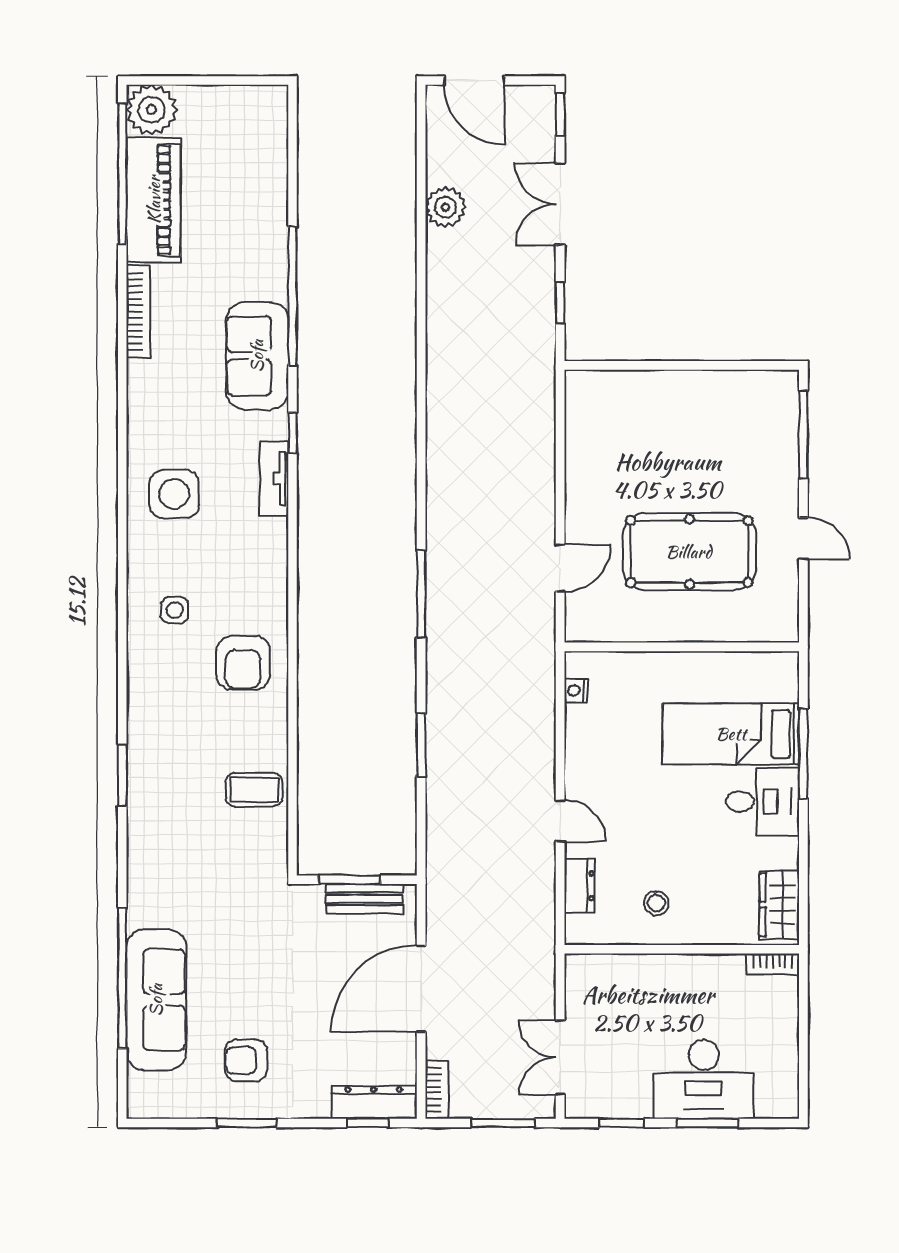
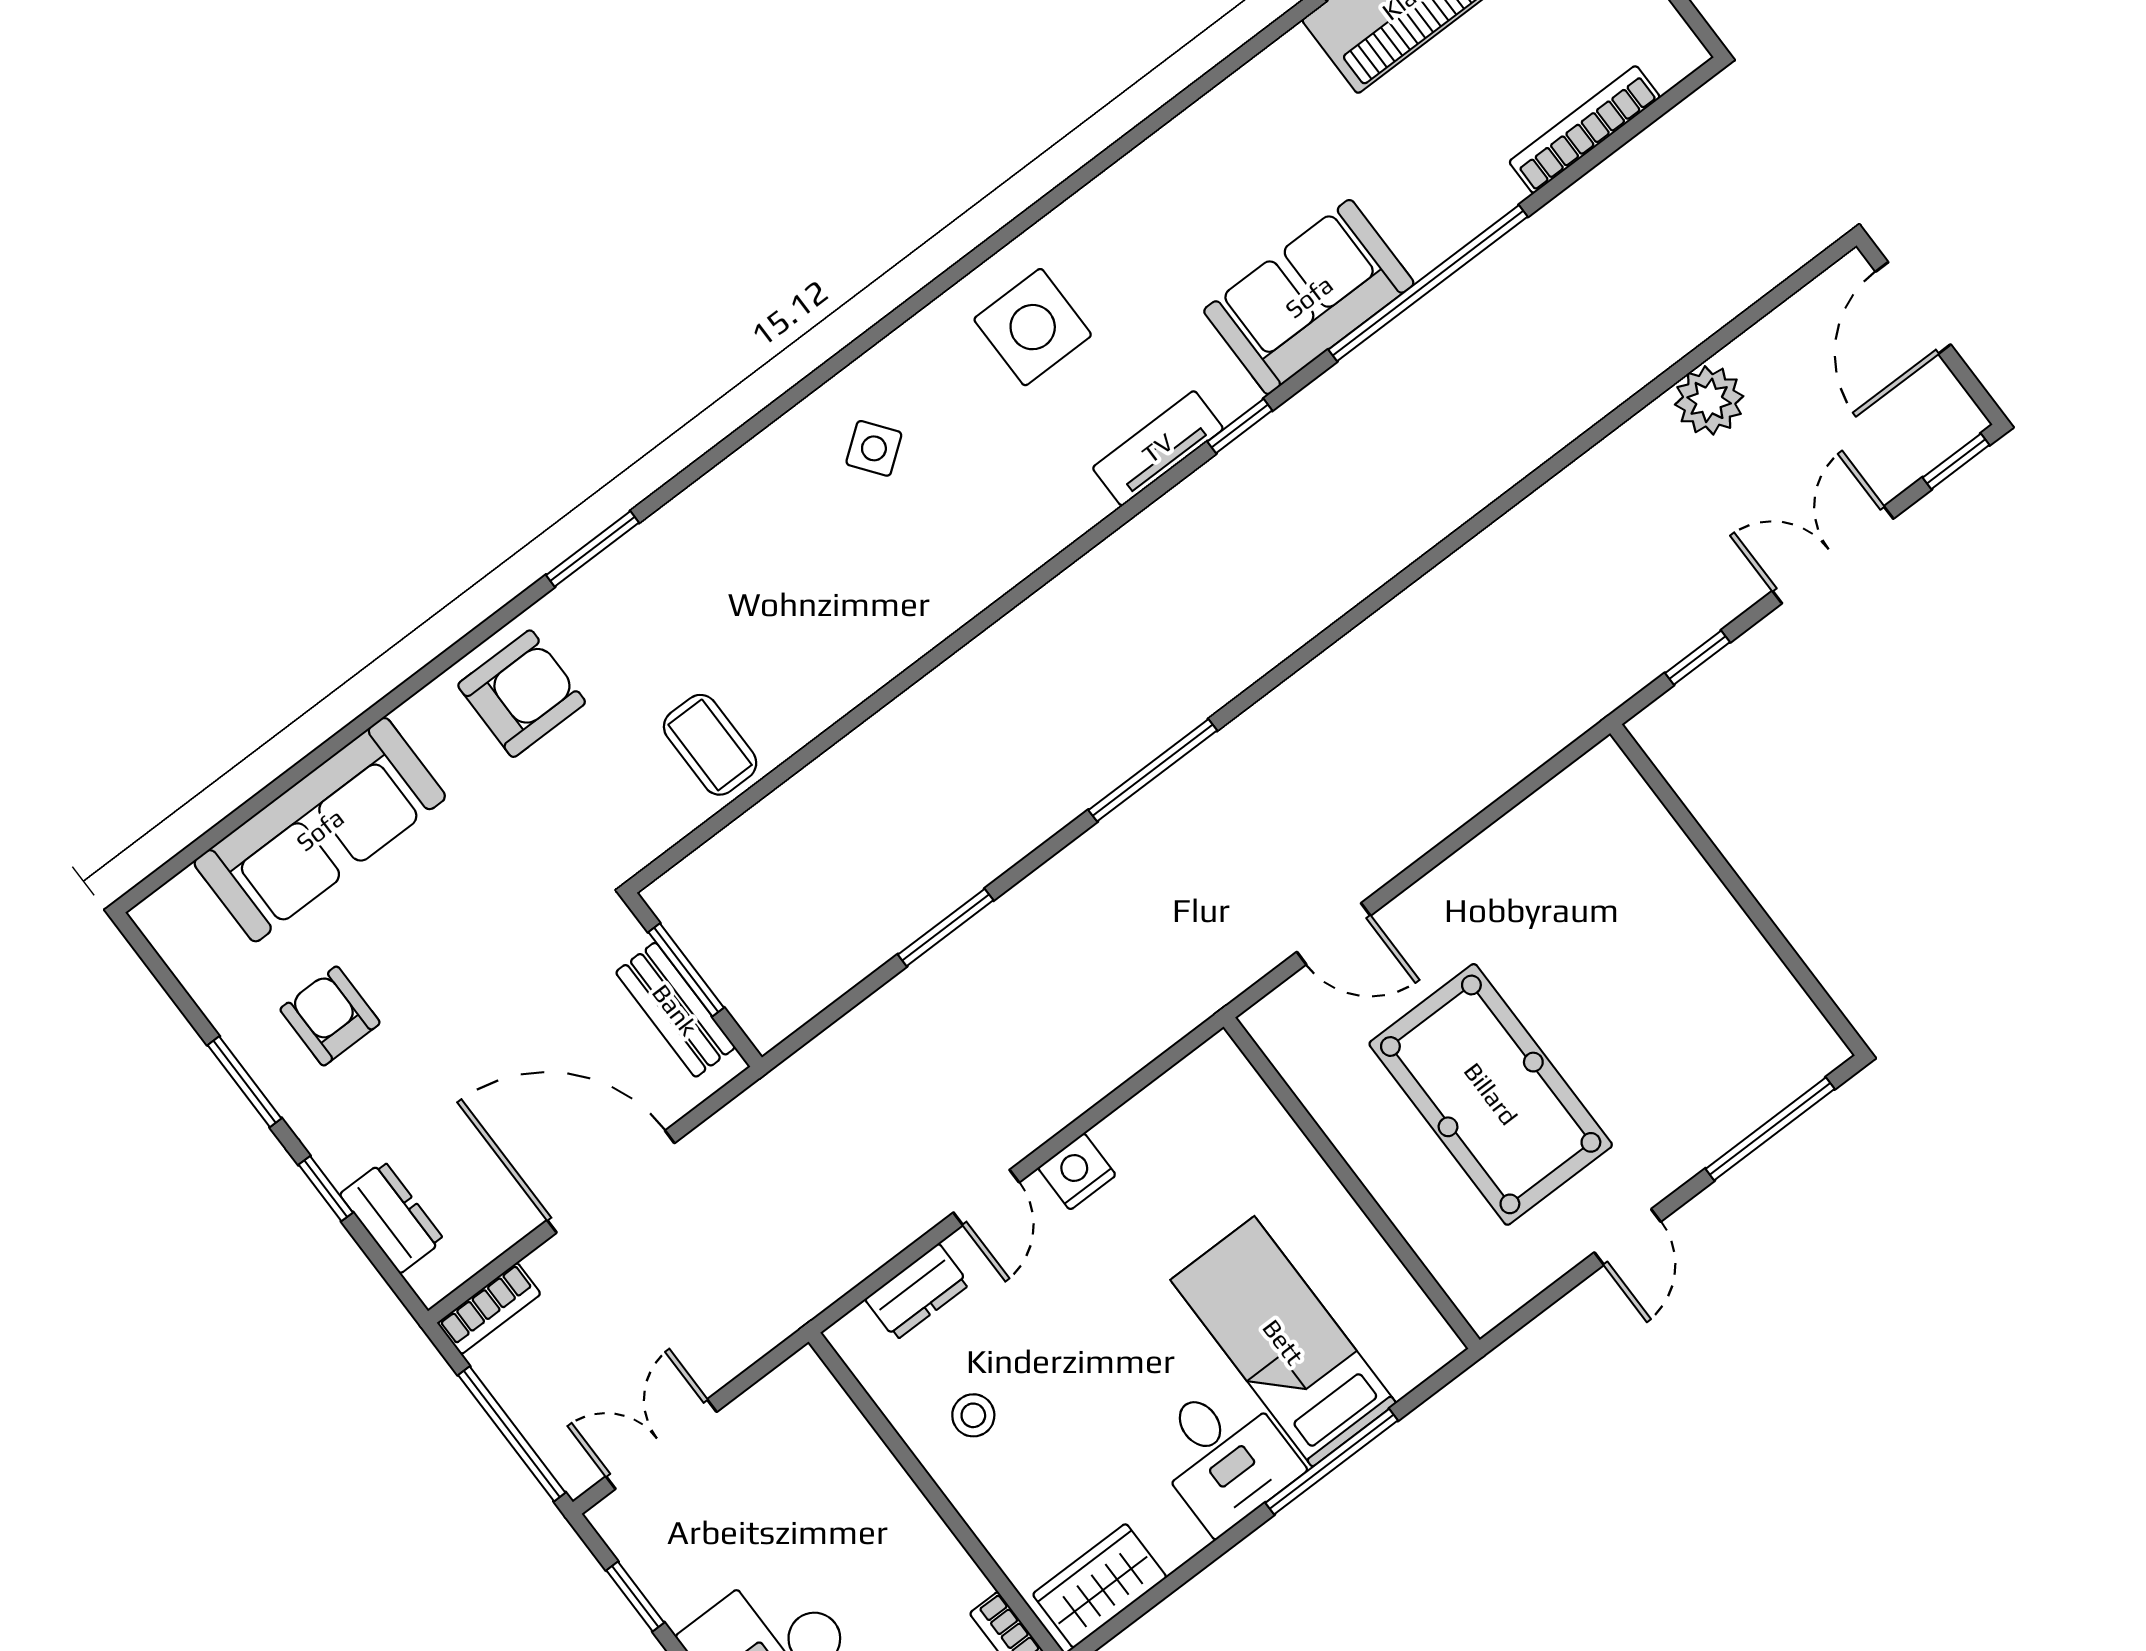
bookcase: (138, 312) -> (1585, 129), moved, turned 180
side table: (175, 610) -> (874, 448), turned -37
armchair: (243, 663) -> (522, 694), moved, turned 180
nightstand: (576, 691) -> (1077, 1171), moved, width x1.39, depth x1.35
window: (122, 978) -> (314, 760), removed
dresser: (374, 1102) -> (392, 1217), width x0.70
window: (368, 1123) -> (326, 1189), moved
window: (503, 1123) -> (512, 1434), width x1.44

